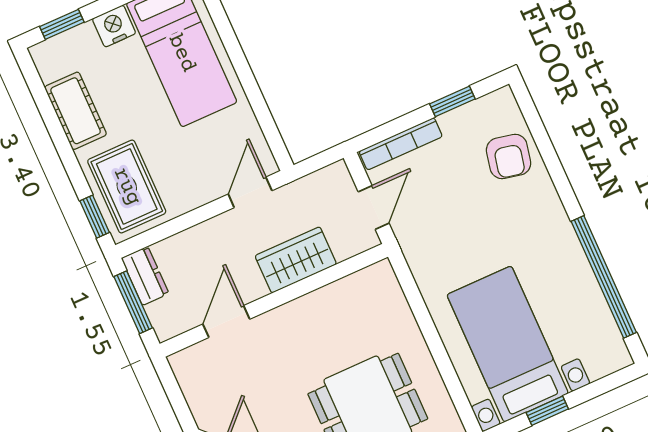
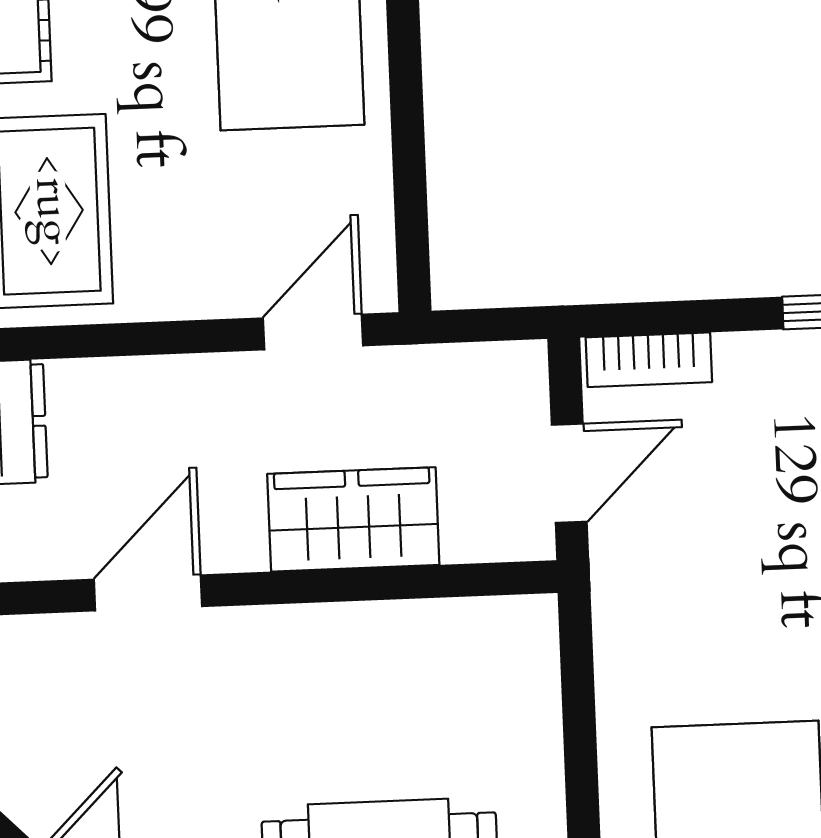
bookcase: (401, 144) -> (649, 360), width x0.64

